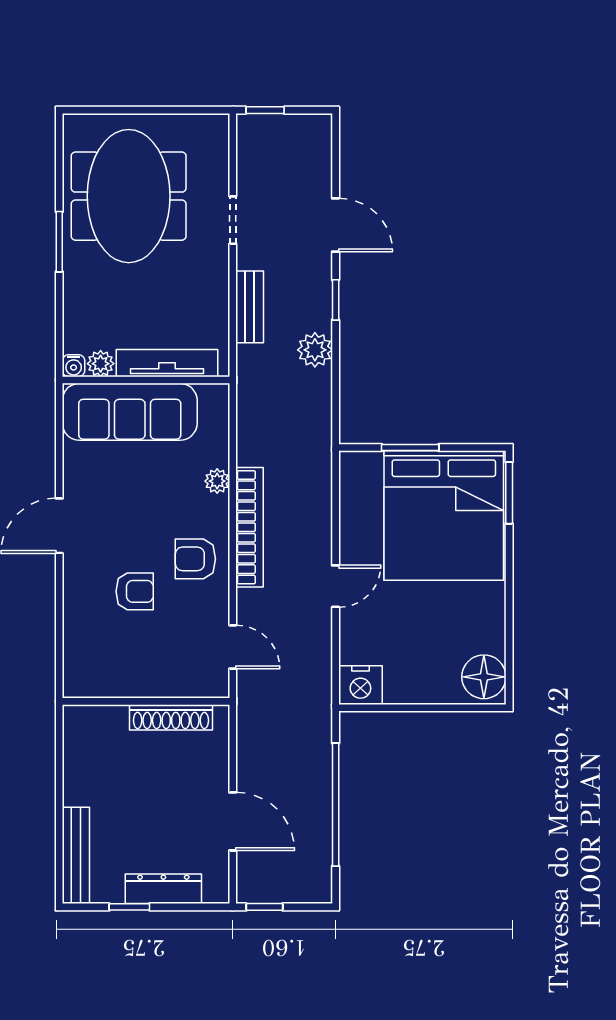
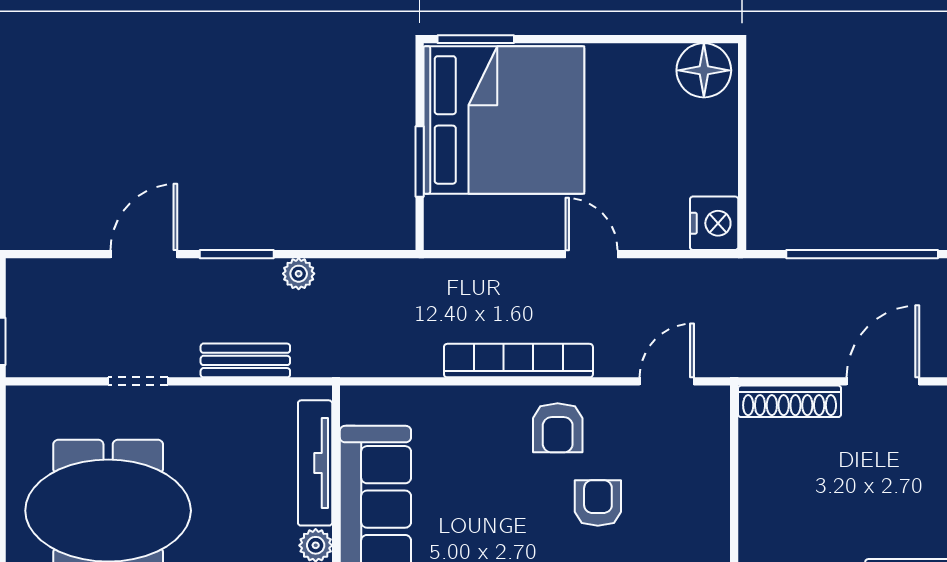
window: (336, 300) -> (237, 254), width x1.50
plant: (315, 350) -> (299, 274), width x0.73, depth x0.73
plant: (217, 481) -> (461, 401), removed
shoe rack: (171, 717) -> (790, 401), moved, turned 90

